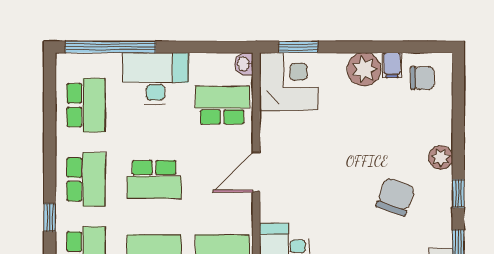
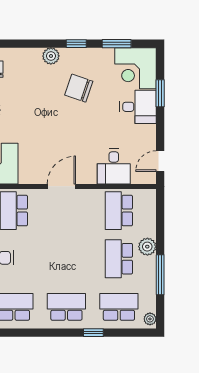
door: (256, 172) -> (61, 186), swing flipped
school desk: (154, 179) -> (66, 259), removed

